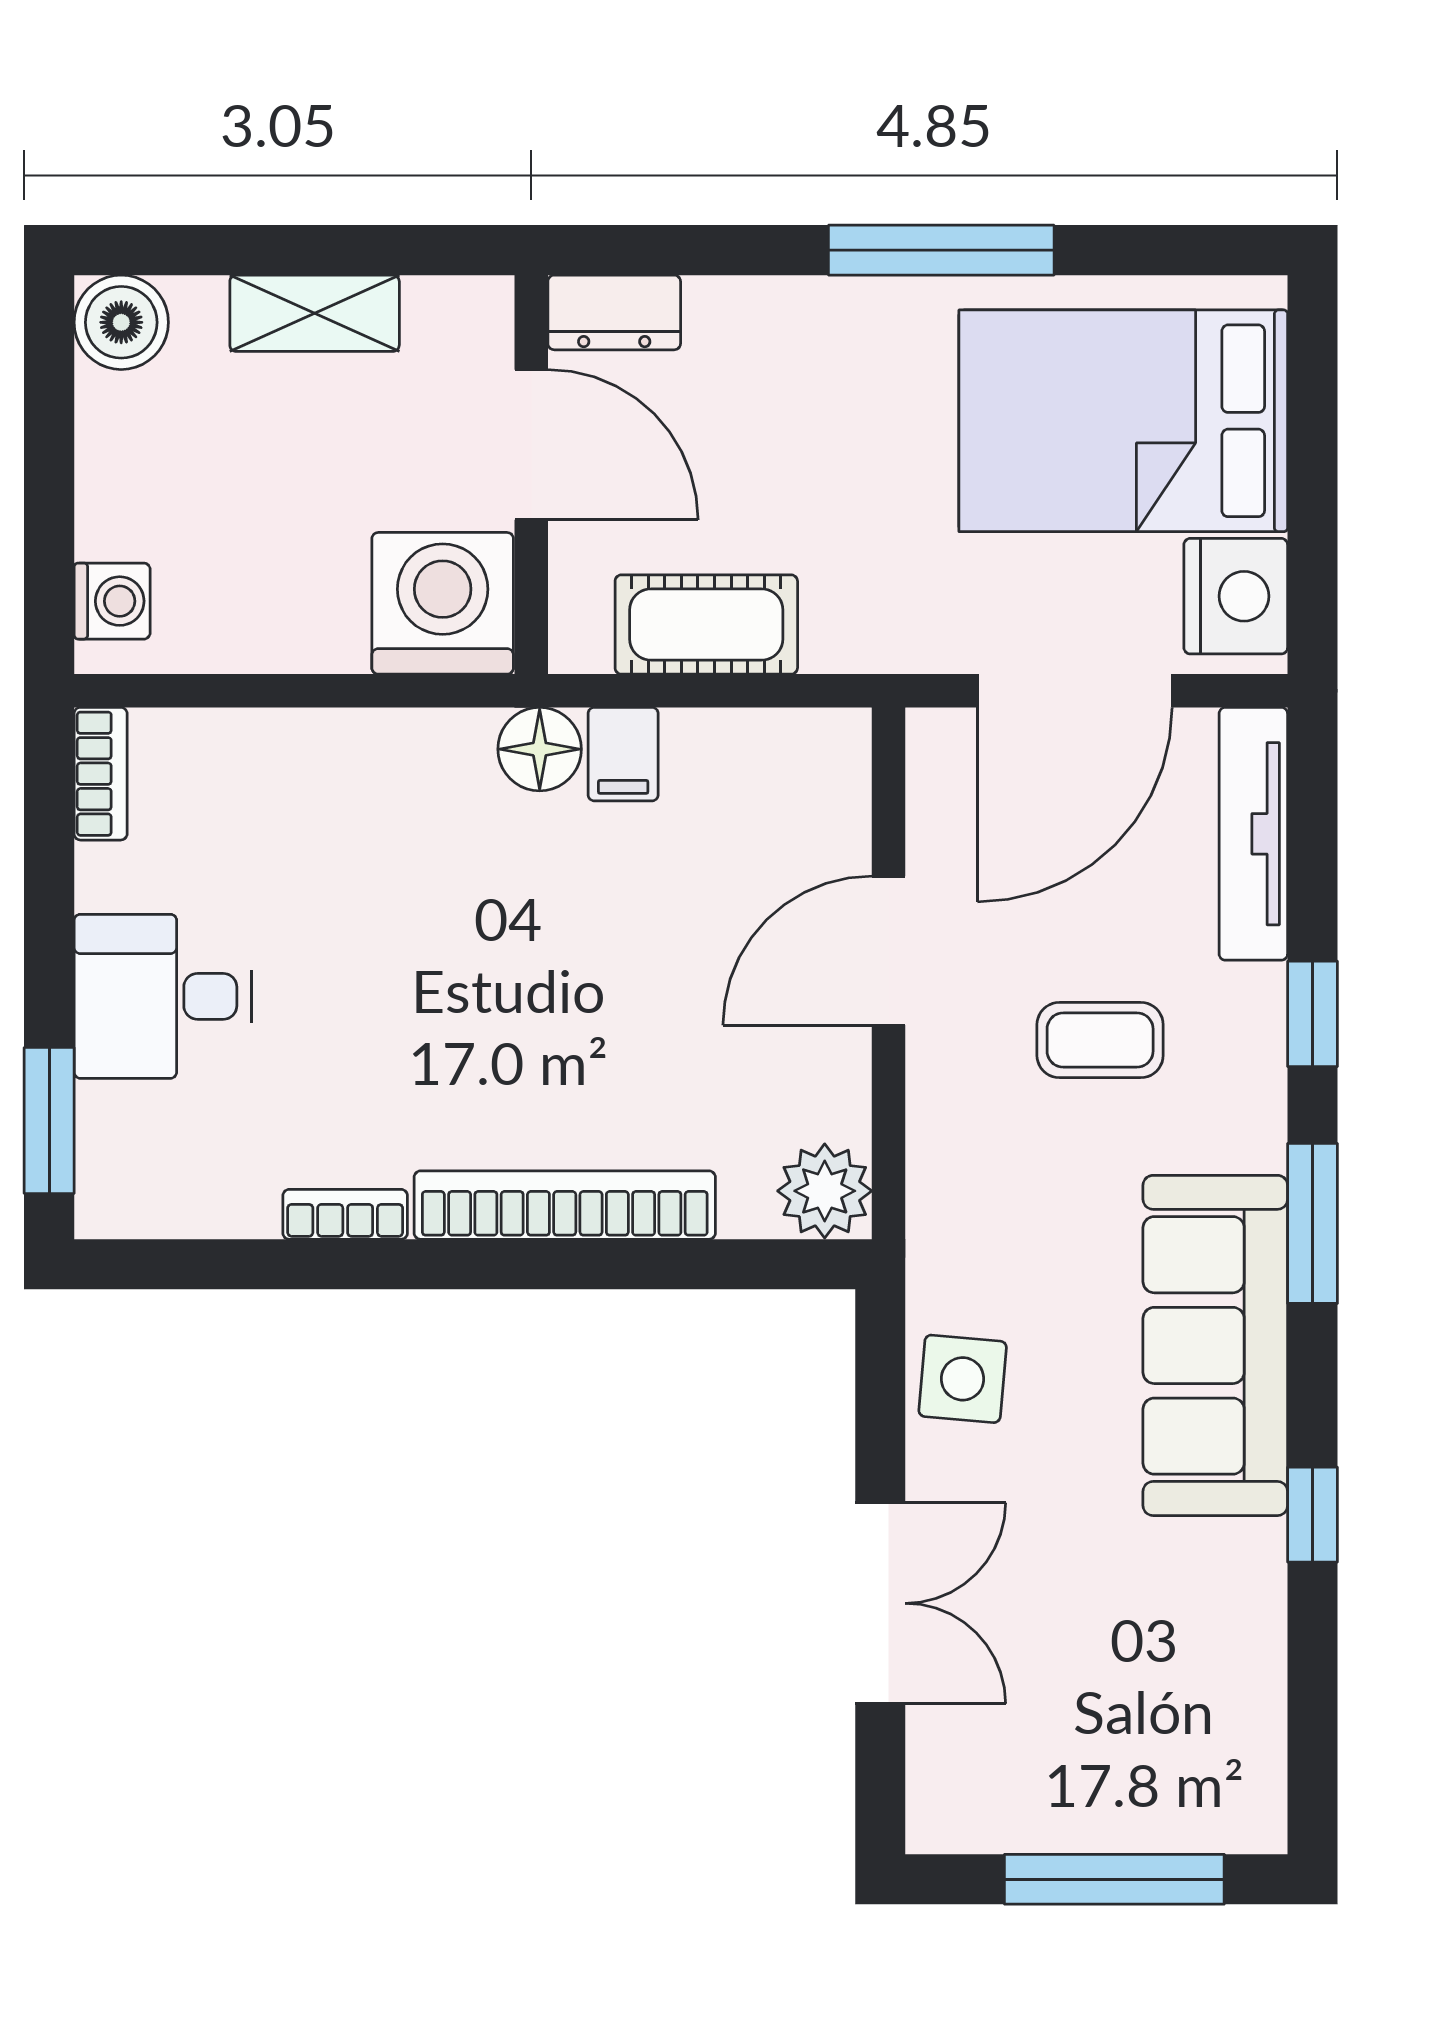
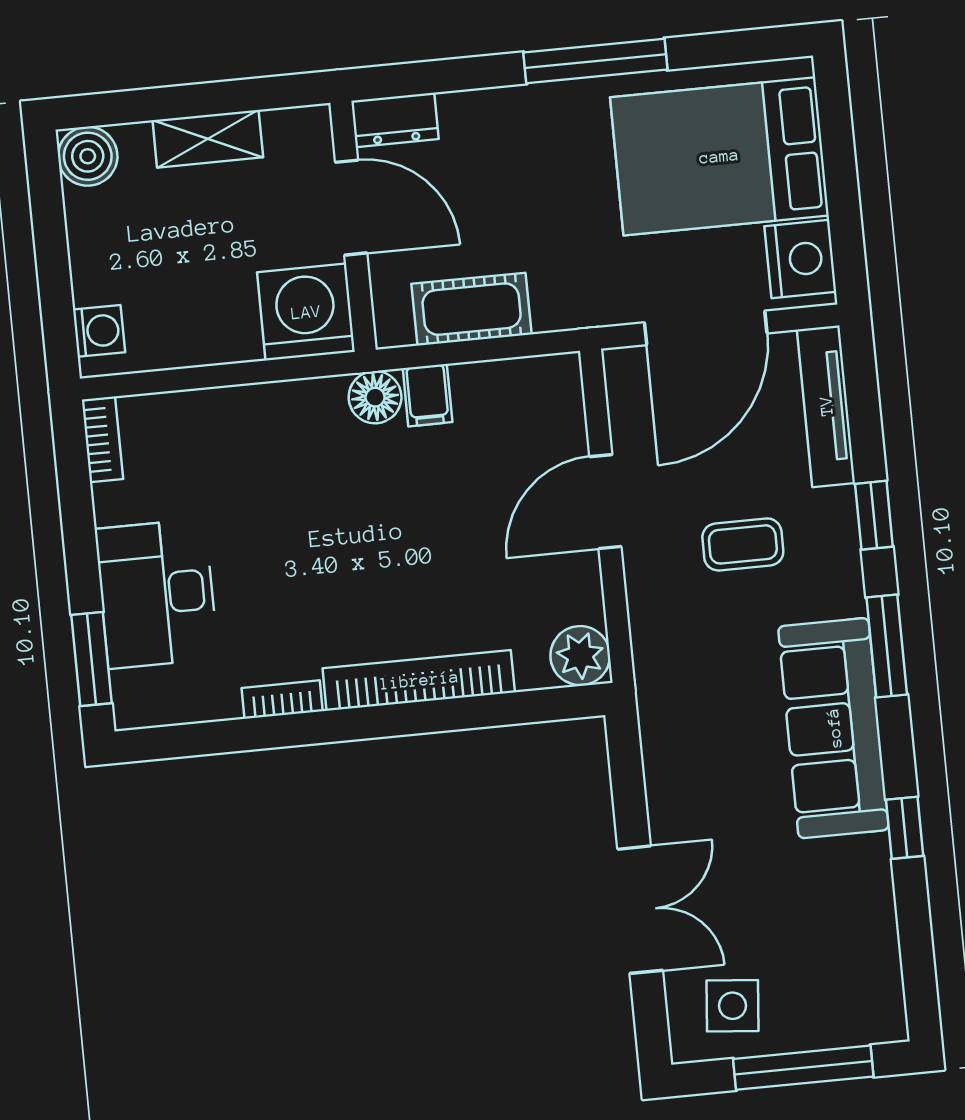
desk: (163, 996) -> (157, 594), width x1.37
side table: (963, 1379) -> (733, 1006), moved

